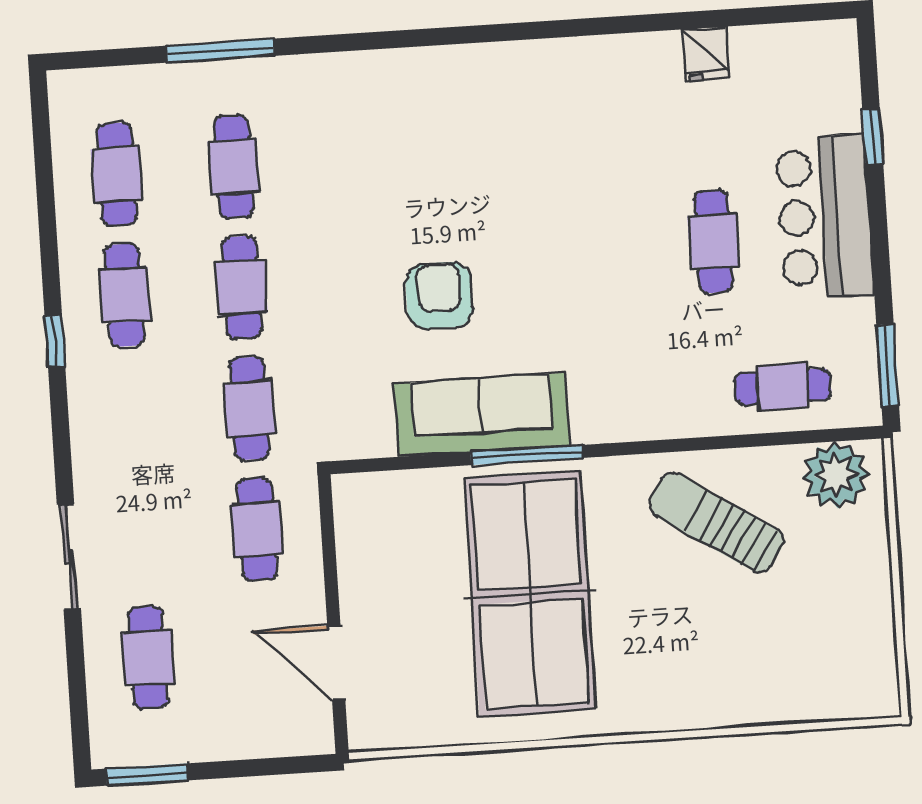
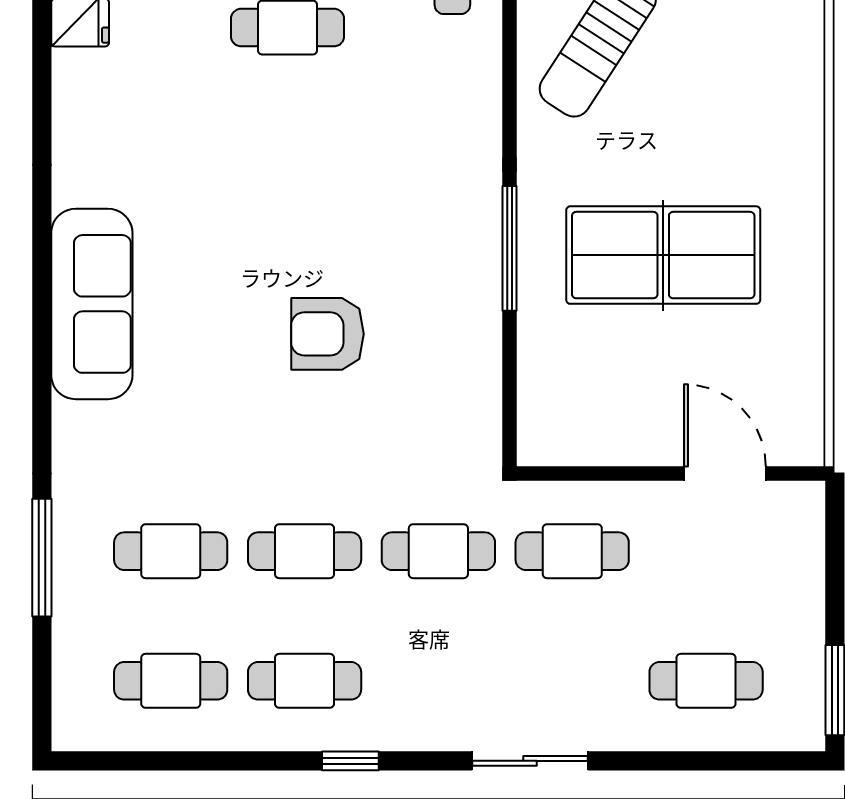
sofa: (482, 415) -> (92, 304), moved, turned 180
sliding door: (69, 557) -> (530, 761), moved
table tennis table: (530, 594) -> (663, 255), width x0.73, depth x0.76
door: (336, 662) -> (725, 474), swing flipped

